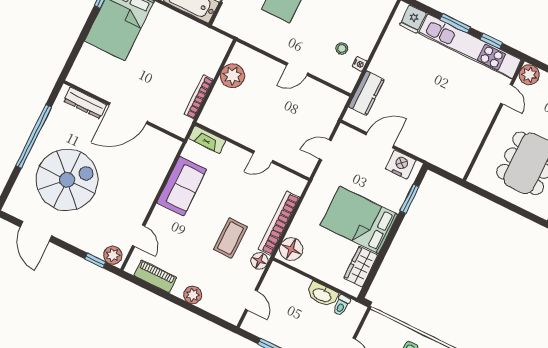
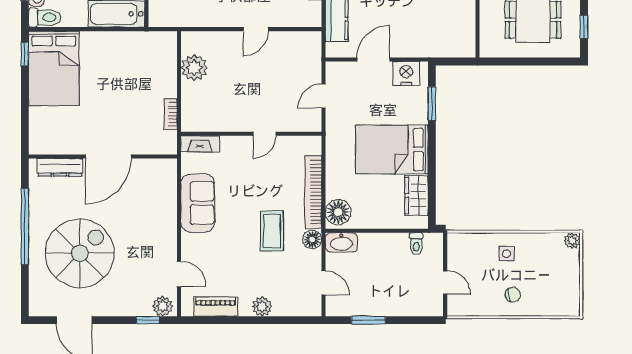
bookcase: (199, 97) -> (171, 114), width x0.64
washbasin: (322, 295) -> (341, 242), moved

